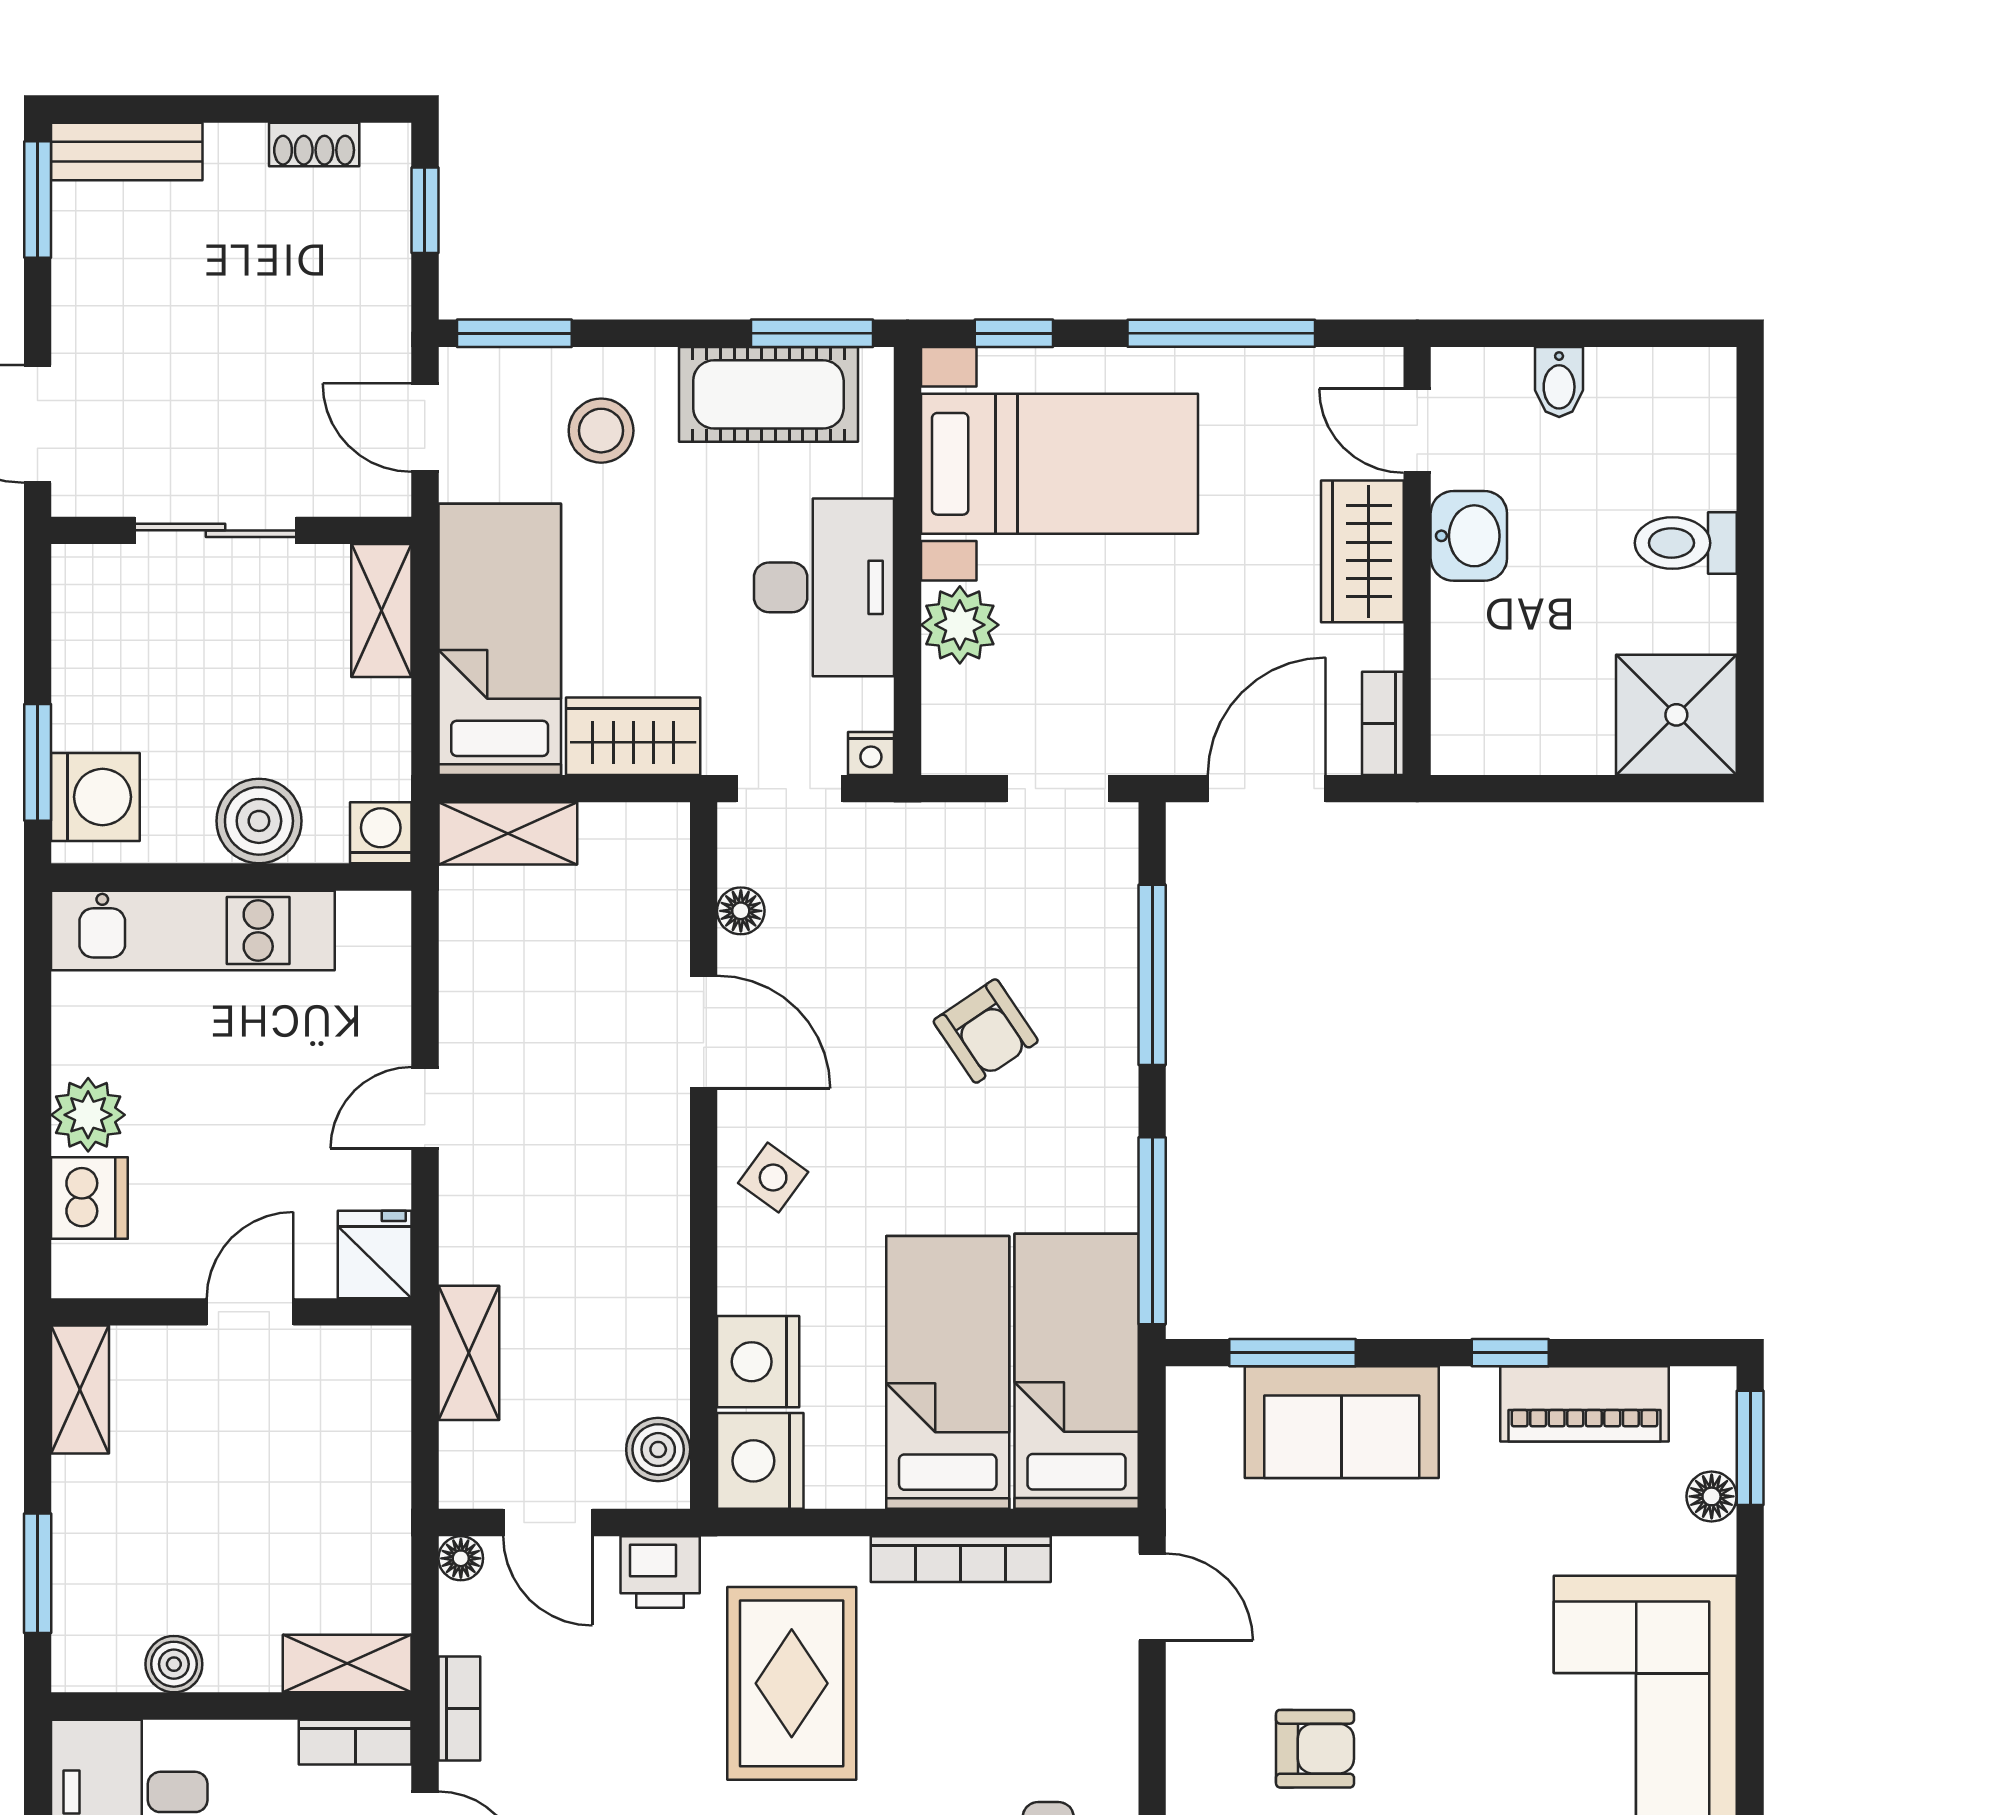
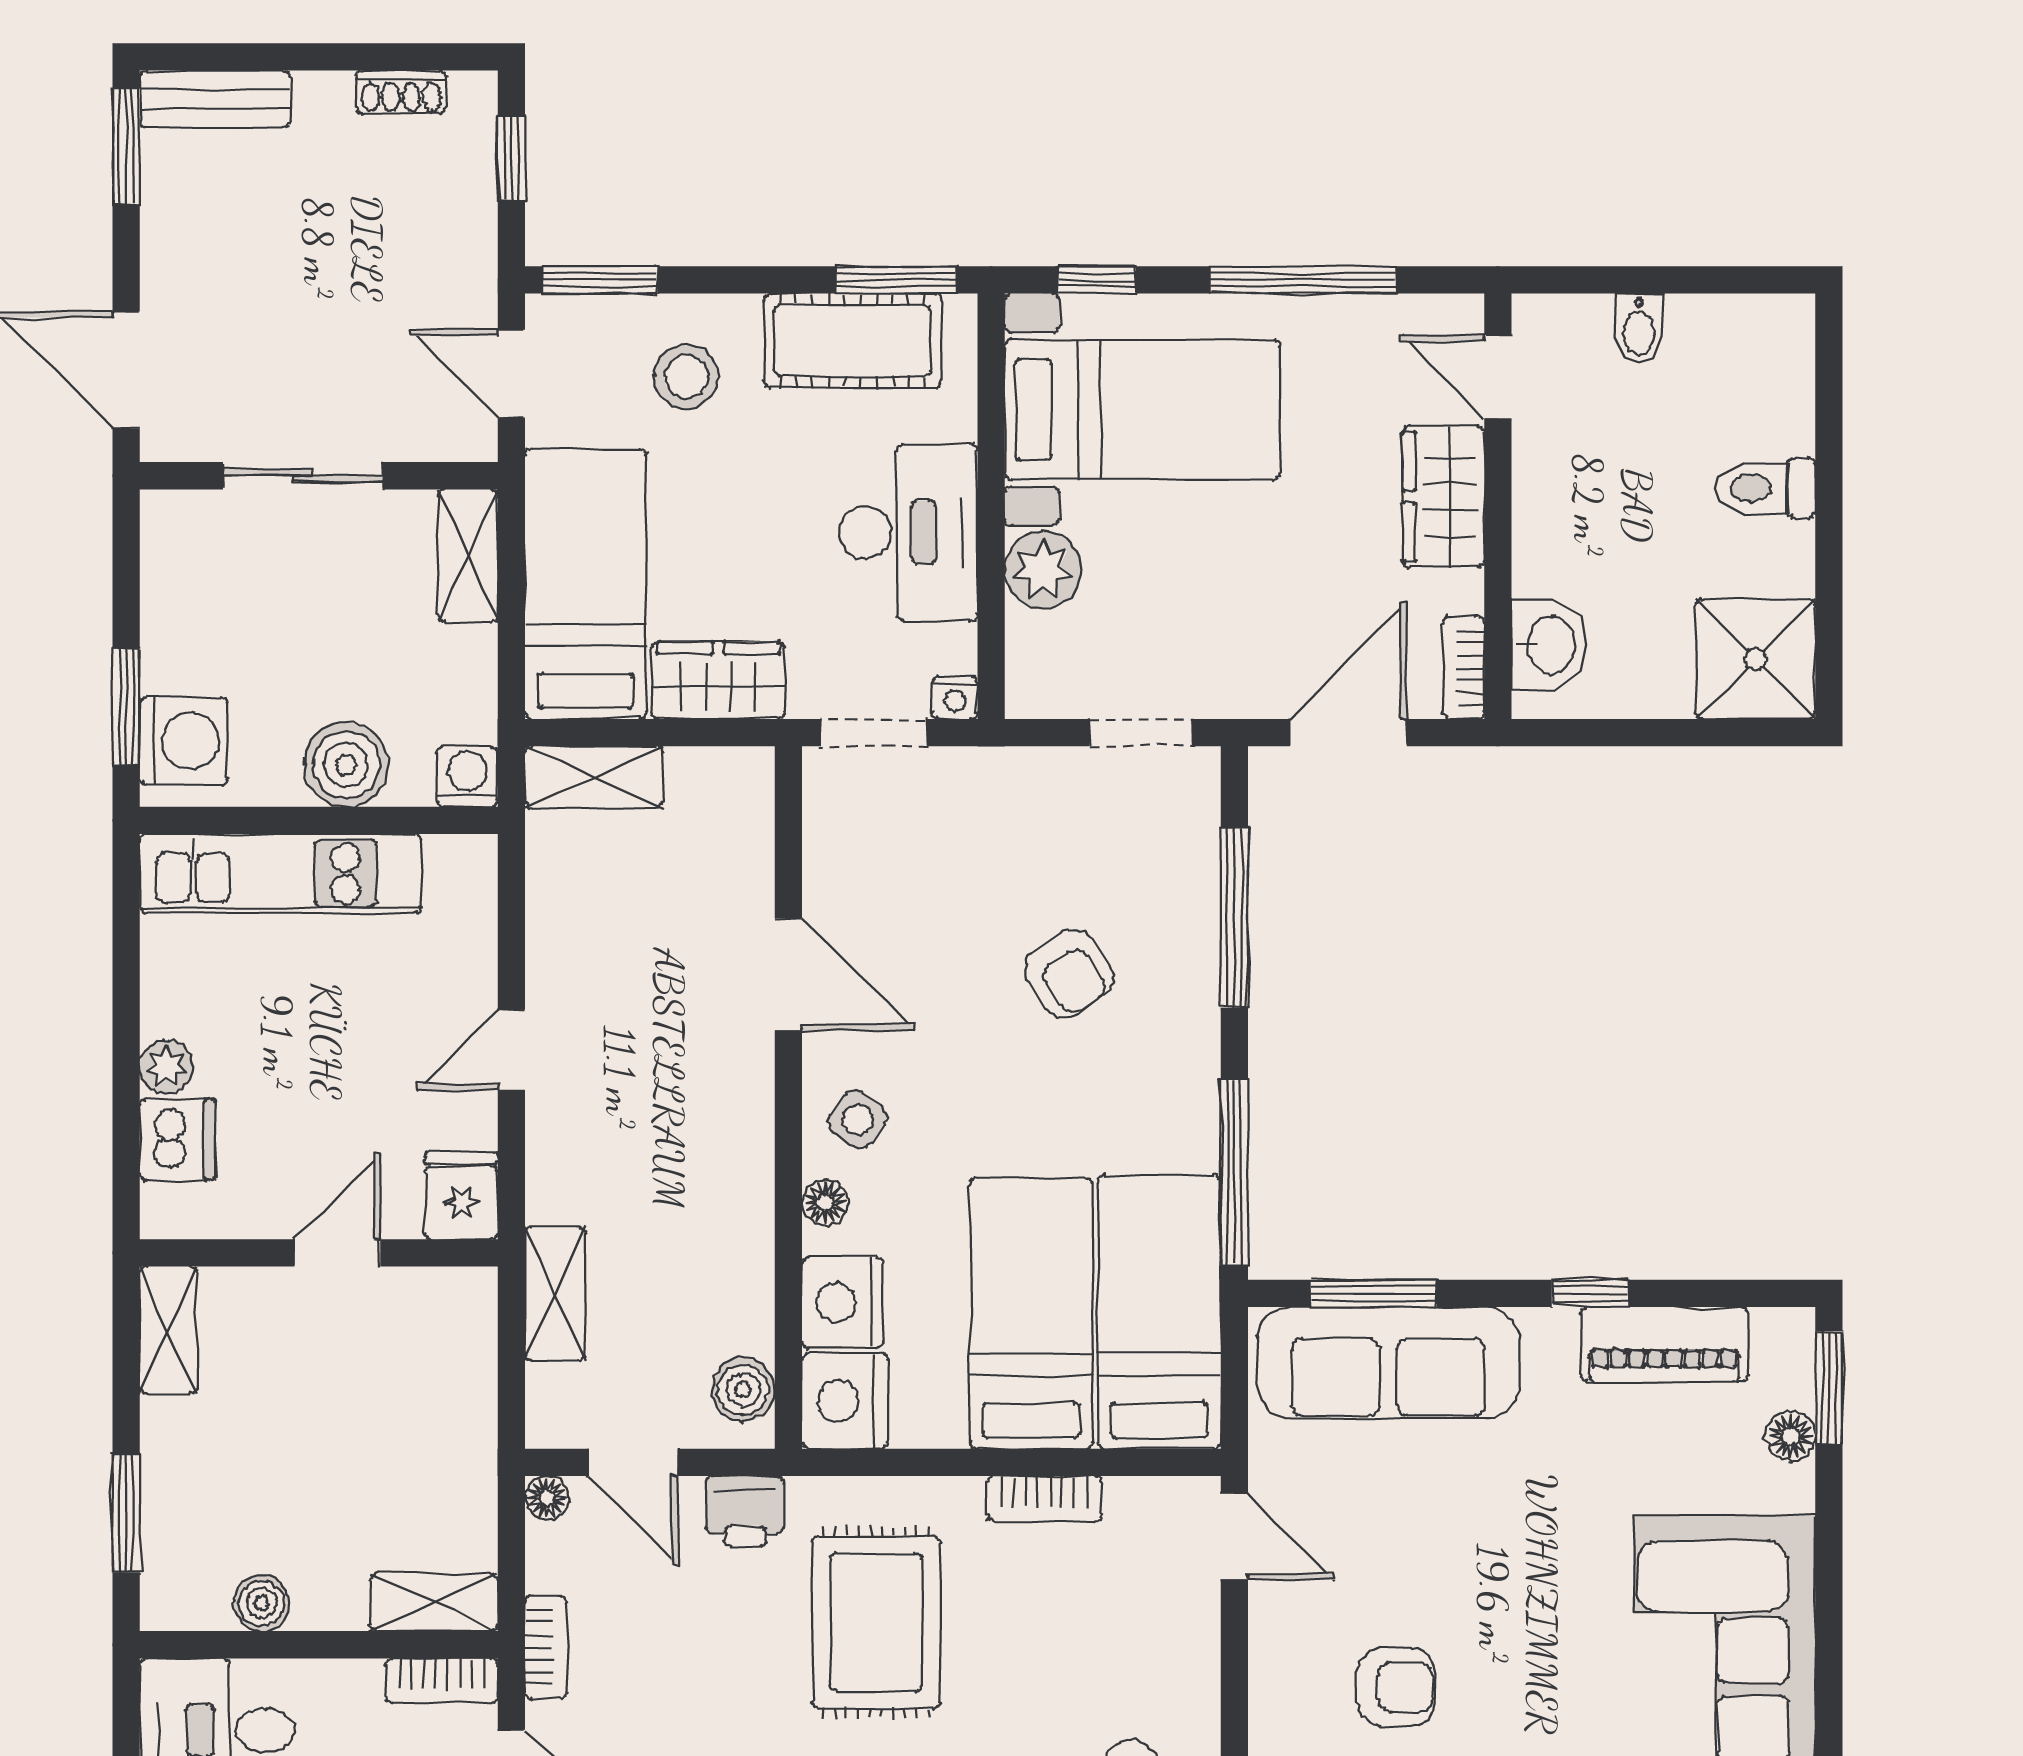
washbasin: (1469, 536) -> (1549, 645), moved
floor lamp: (741, 911) -> (825, 1203), moved
plant: (88, 1115) -> (166, 1067), width x0.73, depth x0.73
sofa: (1342, 1422) -> (1388, 1363), width x1.36
bookcase: (961, 1559) -> (1044, 1499), width x0.64

